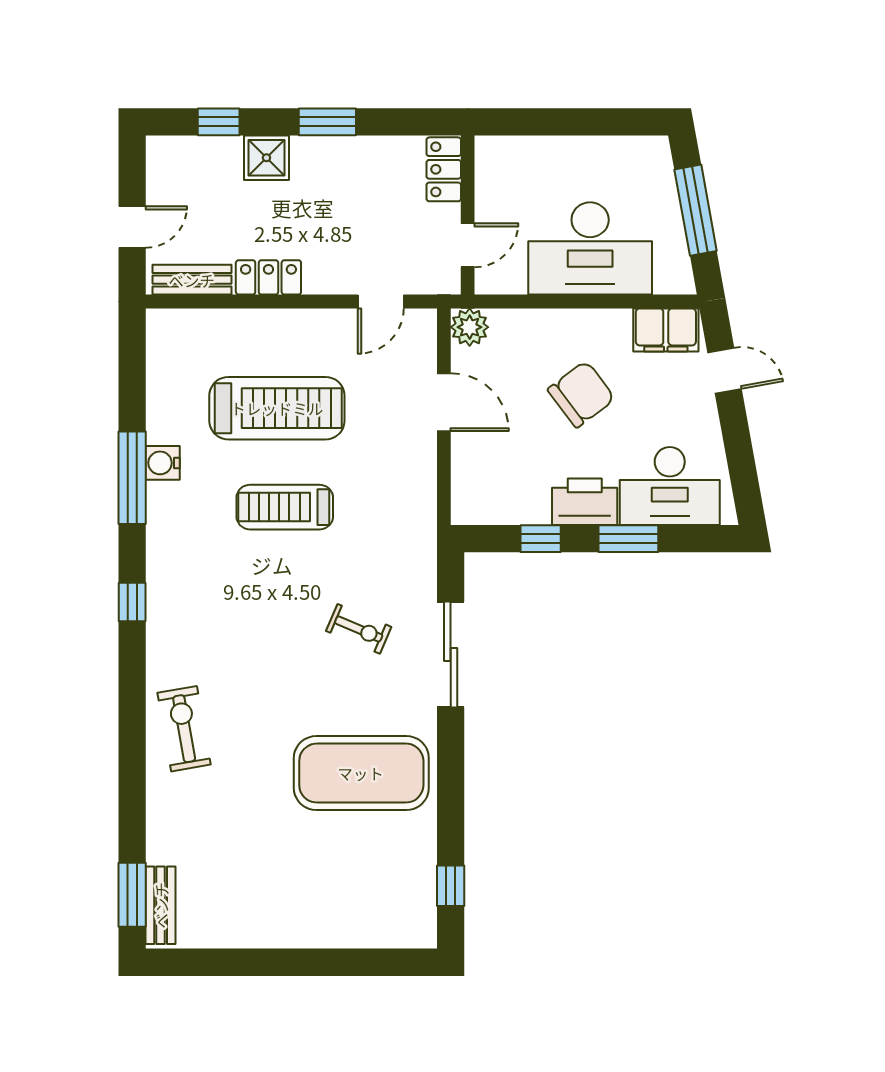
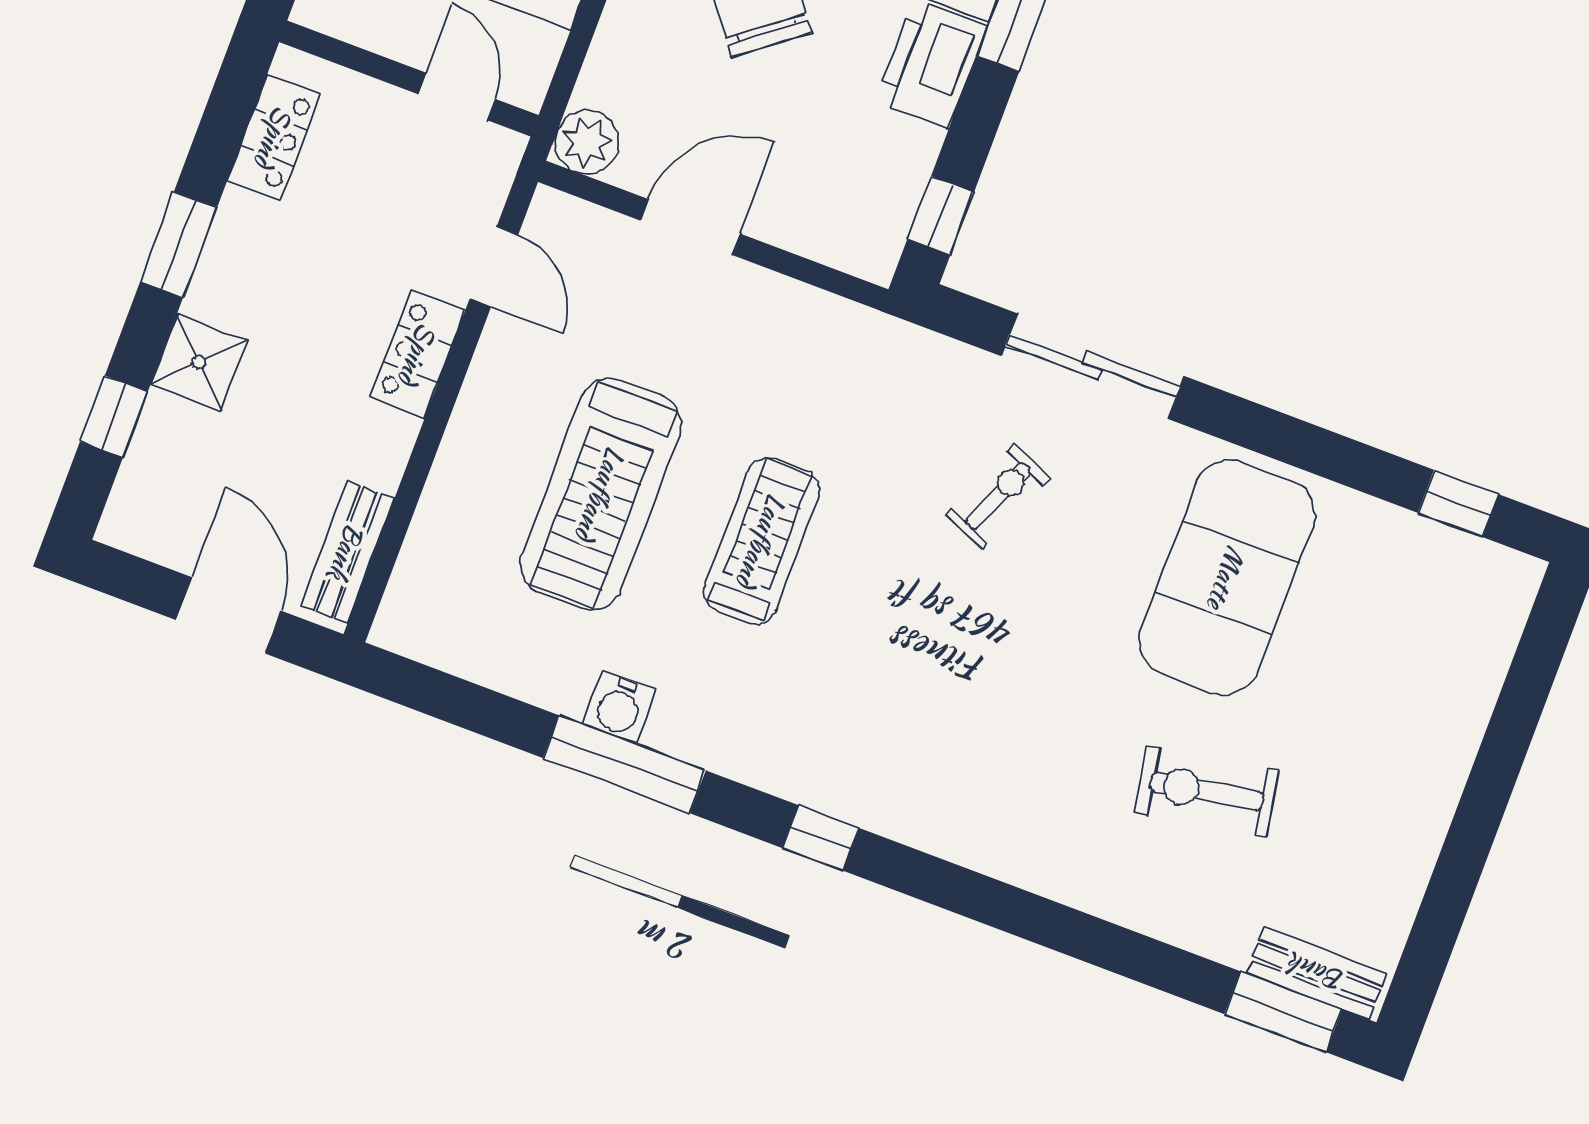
locker: (444, 169) -> (274, 137), moved, turned -90
door: (132, 227) -> (229, 615), width x1.38
locker: (268, 277) -> (418, 354), moved
treadmill: (277, 408) -> (601, 494), turned 180
treadmill: (285, 507) -> (762, 541), turned 180
window: (541, 539) -> (941, 216), moved
exercise bike: (184, 729) -> (1207, 791), moved

